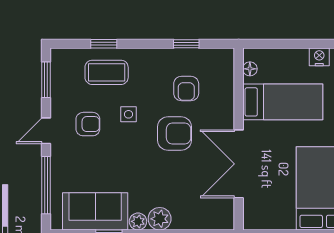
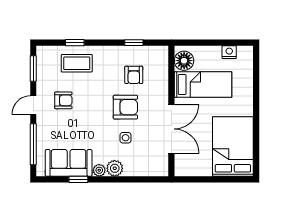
floor lamp: (250, 69) -> (184, 61), width x1.89, depth x1.89
side table: (129, 114) -> (126, 138), moved
double door: (239, 164) -> (171, 129), swing flipped

